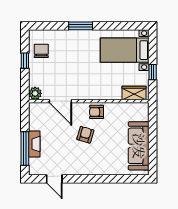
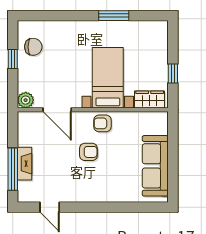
window: (81, 26) -> (114, 16), moved
bed with nightstands: (125, 50) -> (108, 78), moved, turned 90
chair: (41, 51) -> (33, 47), turned 90
armchair: (85, 135) -> (88, 152), turned 74

